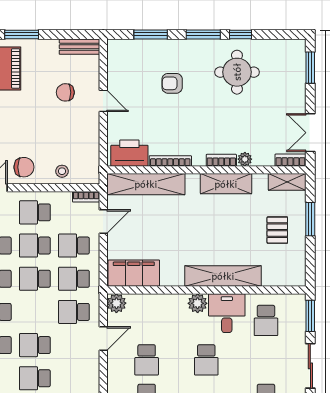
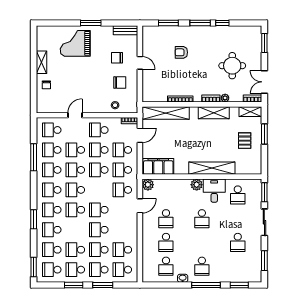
round table: (237, 72) -> (232, 66), moved
printer: (129, 153) -> (156, 94), removed
chair: (24, 167) -> (120, 83), moved

